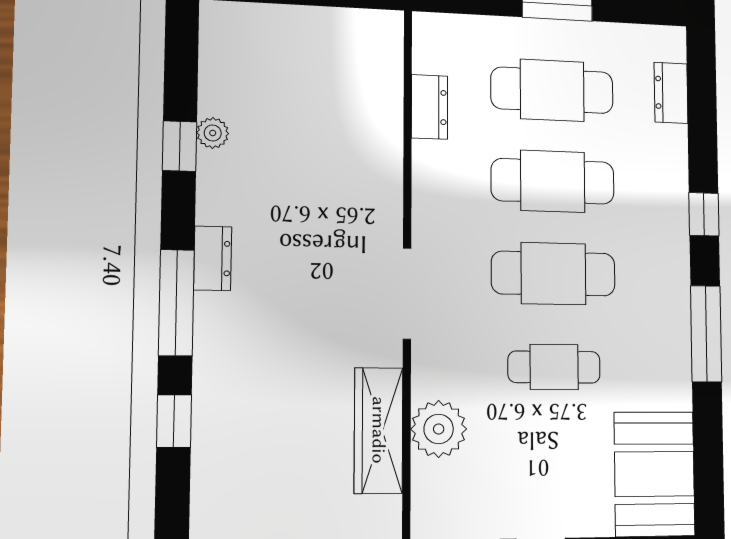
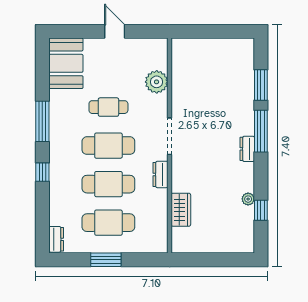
dresser: (671, 93) -> (56, 239), moved
dresser: (430, 107) -> (161, 174), moved
window: (180, 146) -> (261, 210), moved
window: (174, 421) -> (261, 85), width x1.50
wardrobe: (379, 430) -> (181, 210), moved, width x0.67

